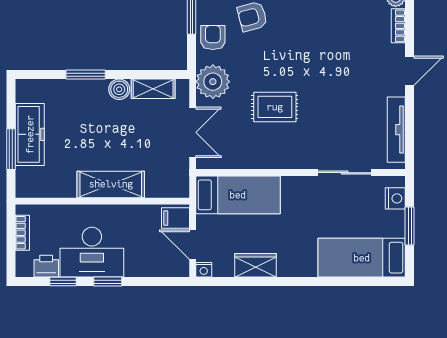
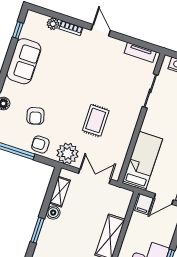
tv unit: (396, 130) -> (140, 52), width x0.71

